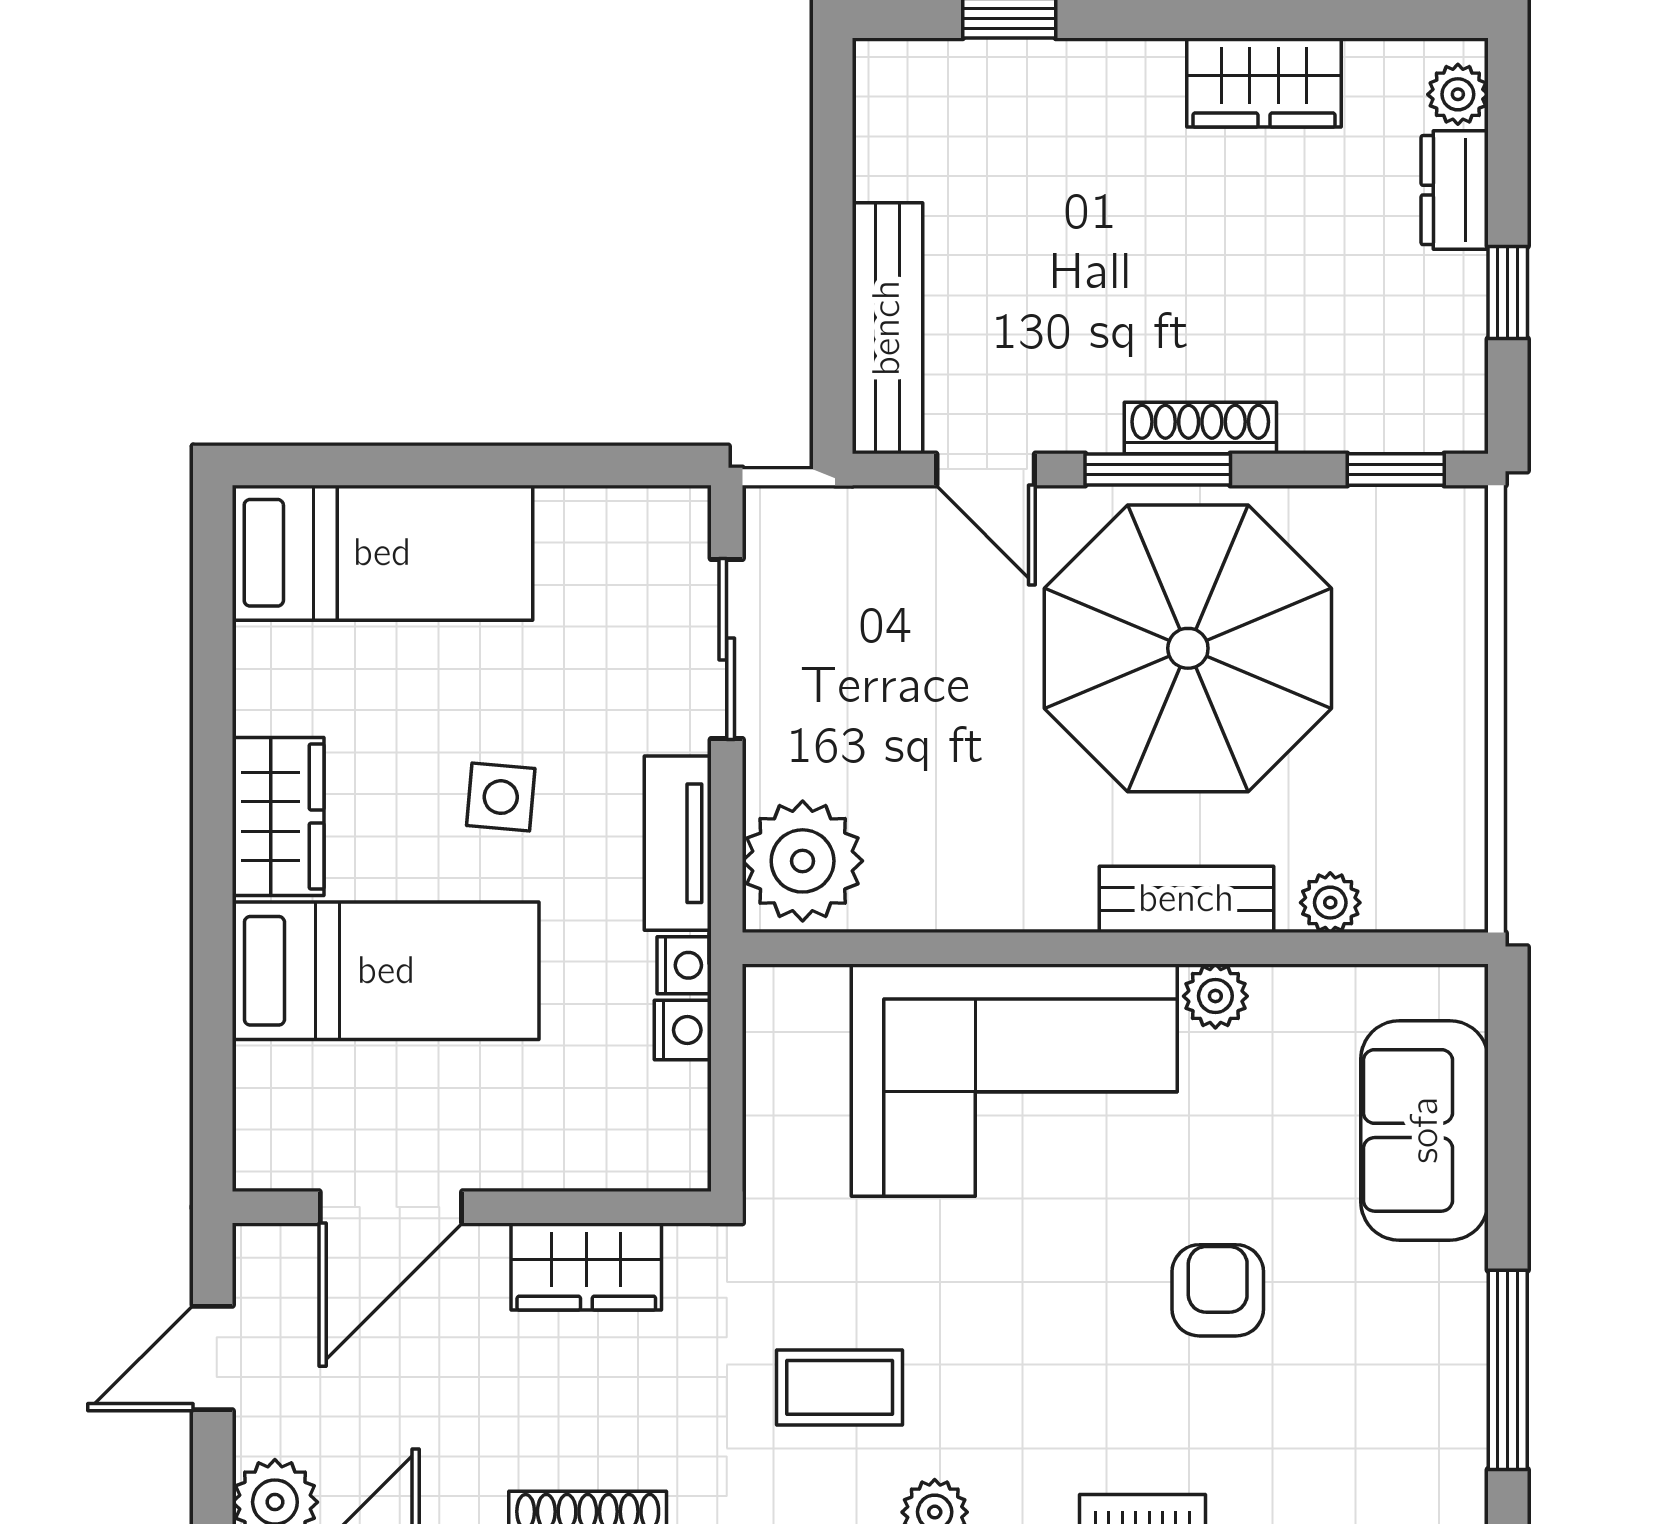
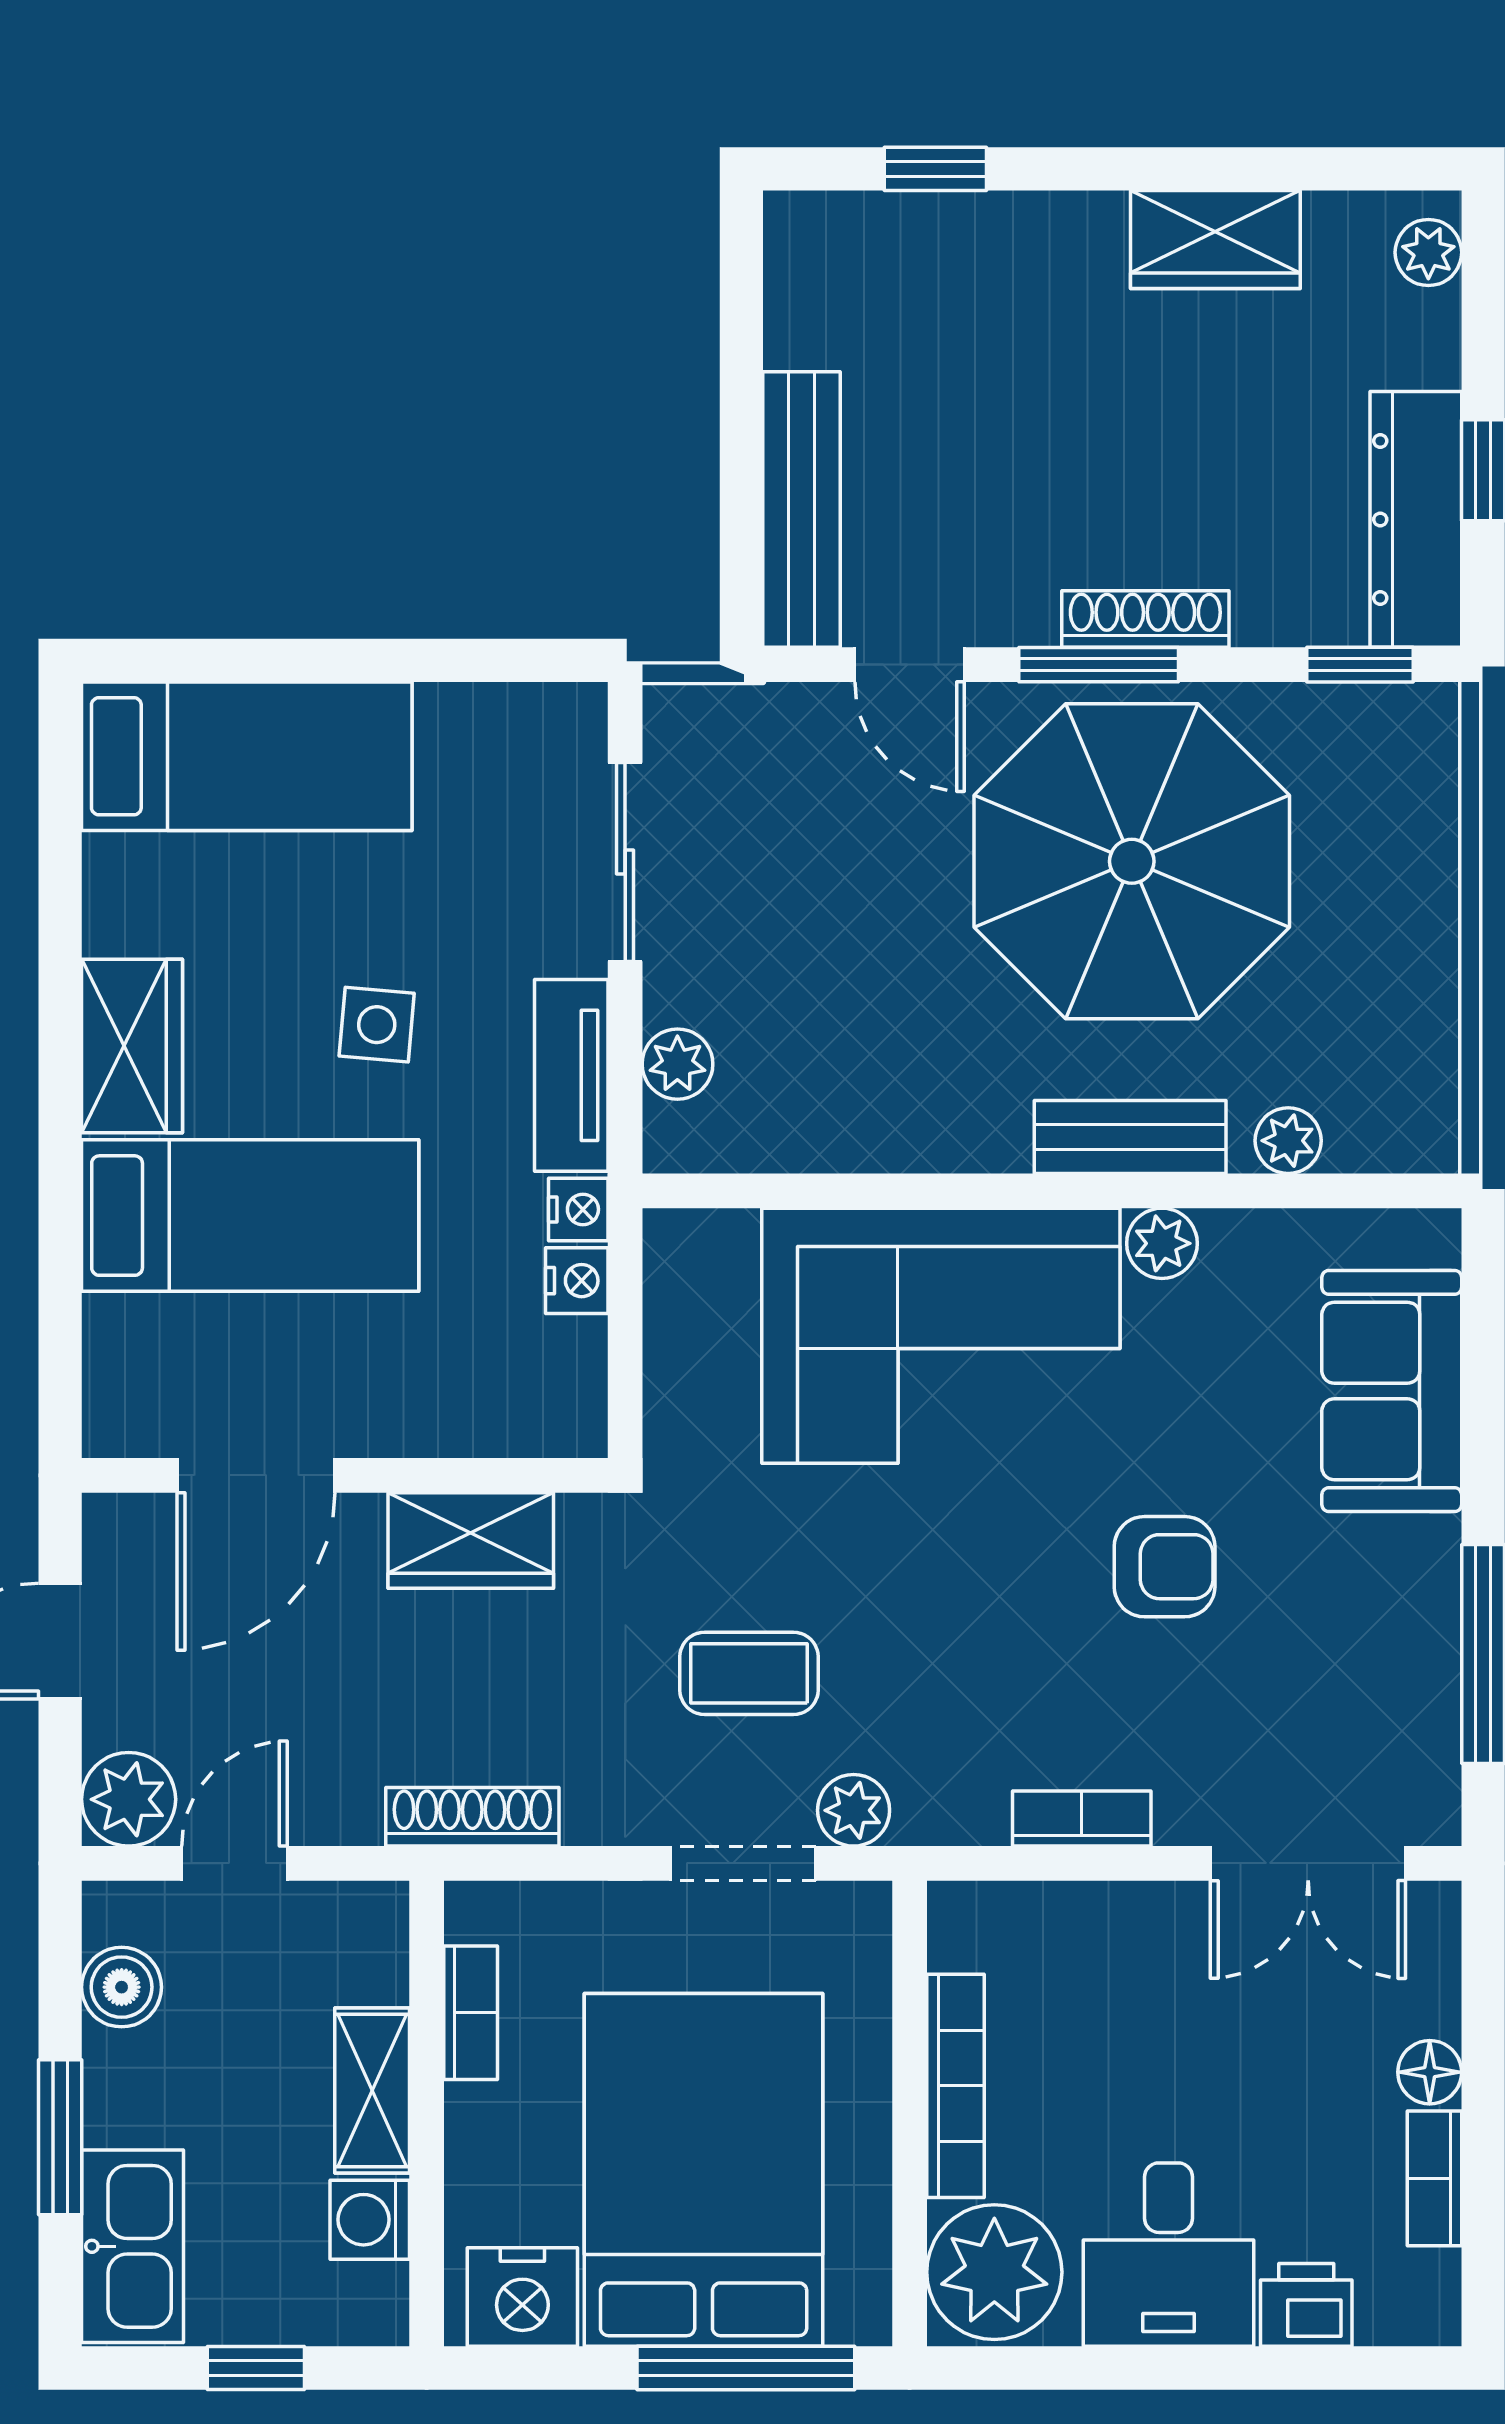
dresser: (1455, 190) -> (1416, 519), moved, width x1.96, depth x1.24
plant: (803, 861) -> (677, 1064), width x0.53, depth x0.53
armchair: (1218, 1290) -> (1165, 1567), turned 90

